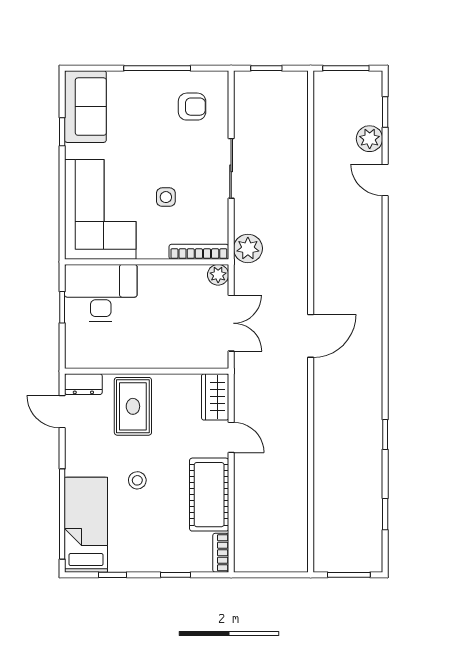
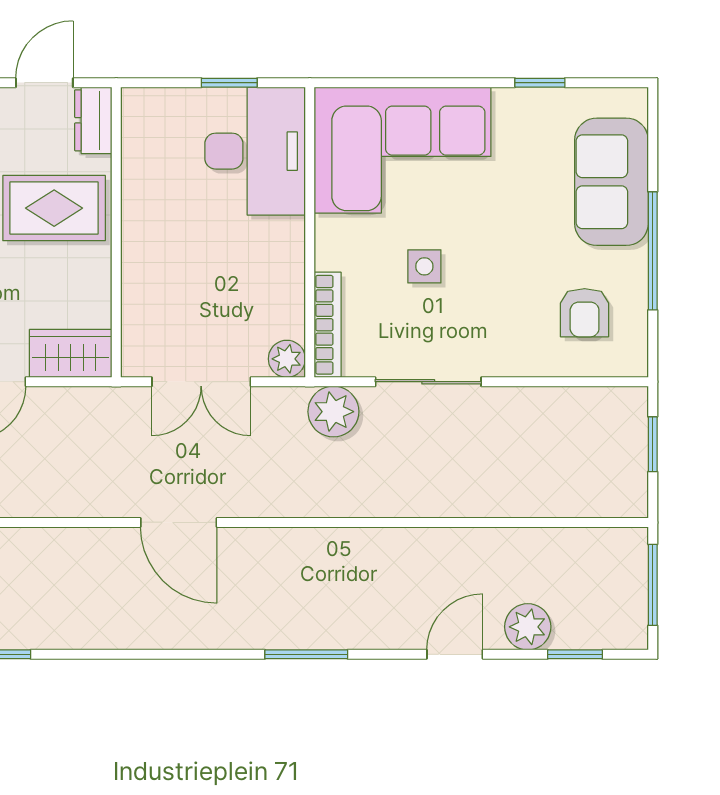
sofa: (85, 107) -> (611, 182), moved, turned 90
sliding door: (231, 168) -> (428, 382), moved
window: (385, 264) -> (306, 654), added

